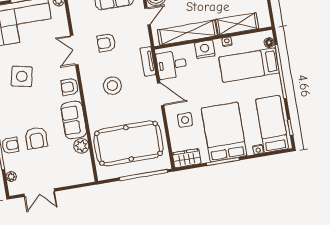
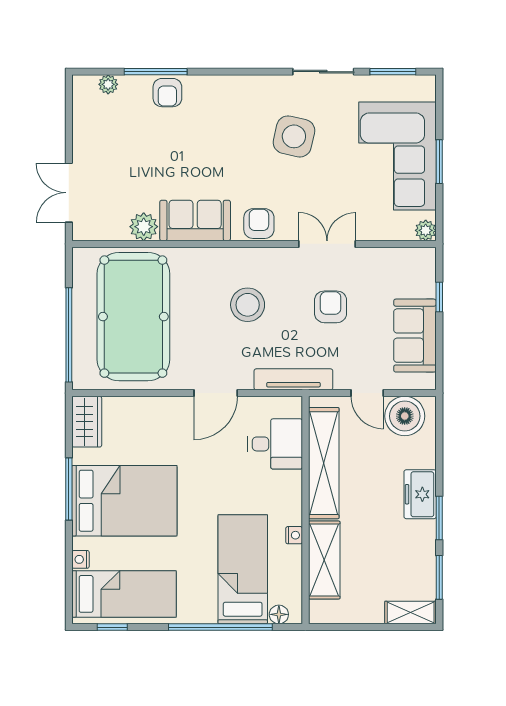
nightstand: (205, 49) -> (287, 491), removed
tv unit: (148, 61) -> (293, 379), width x1.41
desk: (172, 65) -> (275, 444), moved, turned 90
side table: (185, 120) -> (159, 431), removed
armchair: (36, 138) -> (173, 144), removed
double door: (39, 193) -> (69, 193), moved

